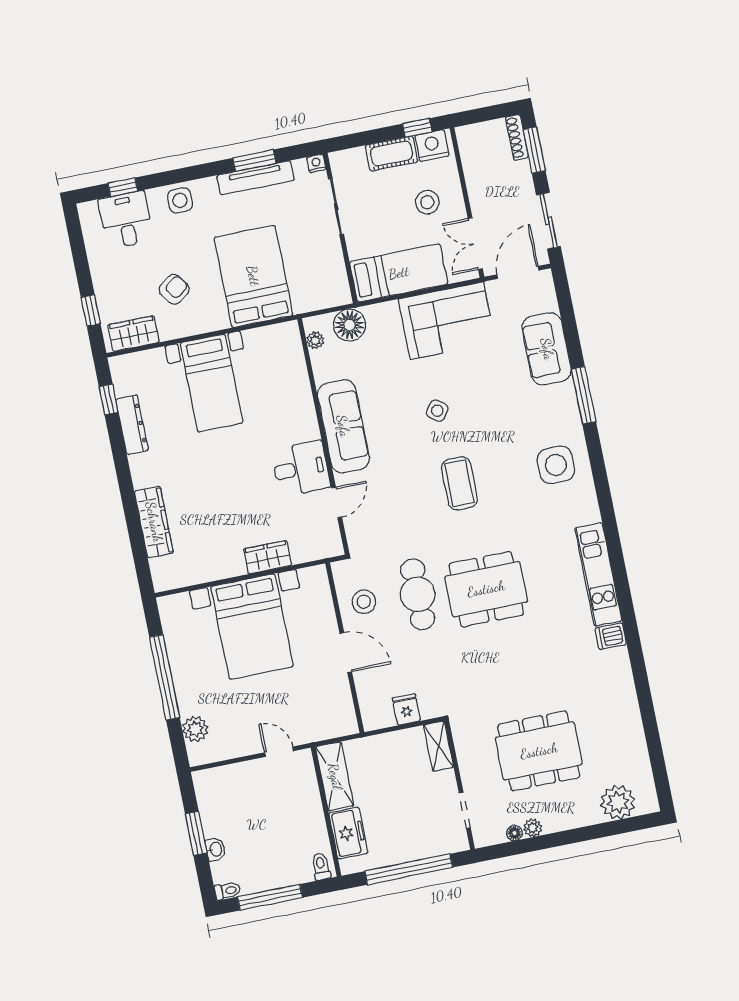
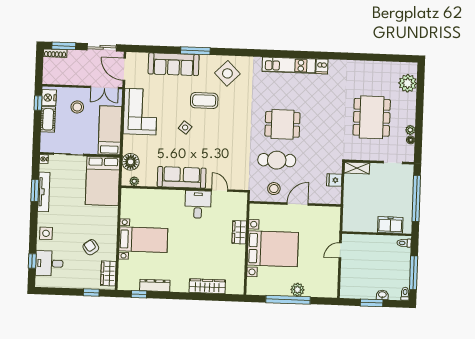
bed: (253, 276) -> (103, 181), moved, turned -90
sofa: (547, 349) -> (174, 64), width x1.36
side table: (556, 465) -> (227, 73), turned 45
coffee table: (459, 483) -> (204, 100), moved
dining table: (486, 589) -> (282, 124), width x0.73
plant: (195, 729) -> (297, 290), moved
shelving: (335, 776) -> (360, 225), removed

